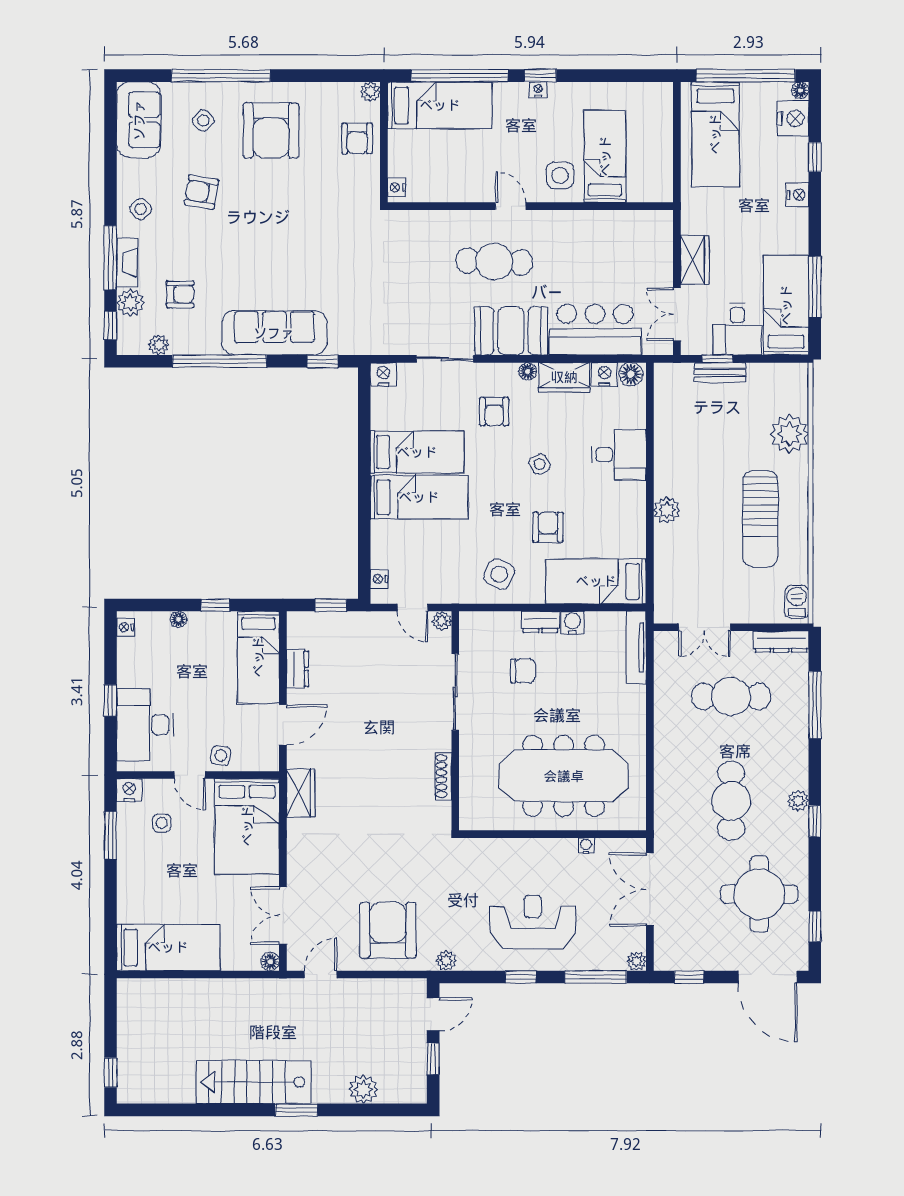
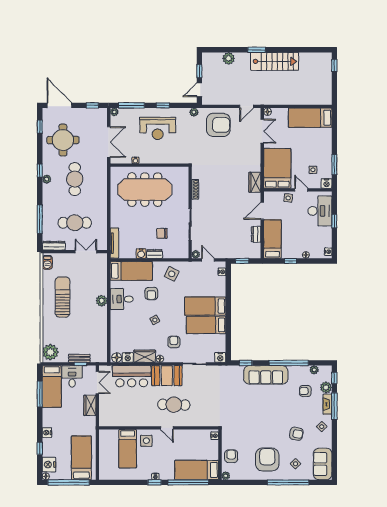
plant: (789, 434) -> (50, 352), moved
desk: (619, 455) -> (122, 299), moved
armchair: (388, 930) -> (218, 125), turned -90

